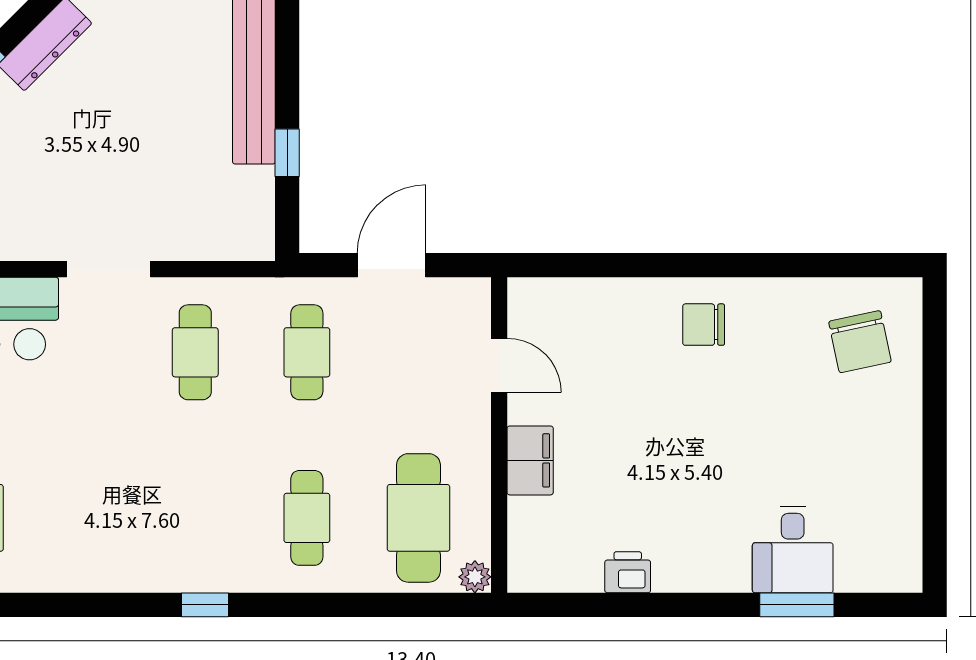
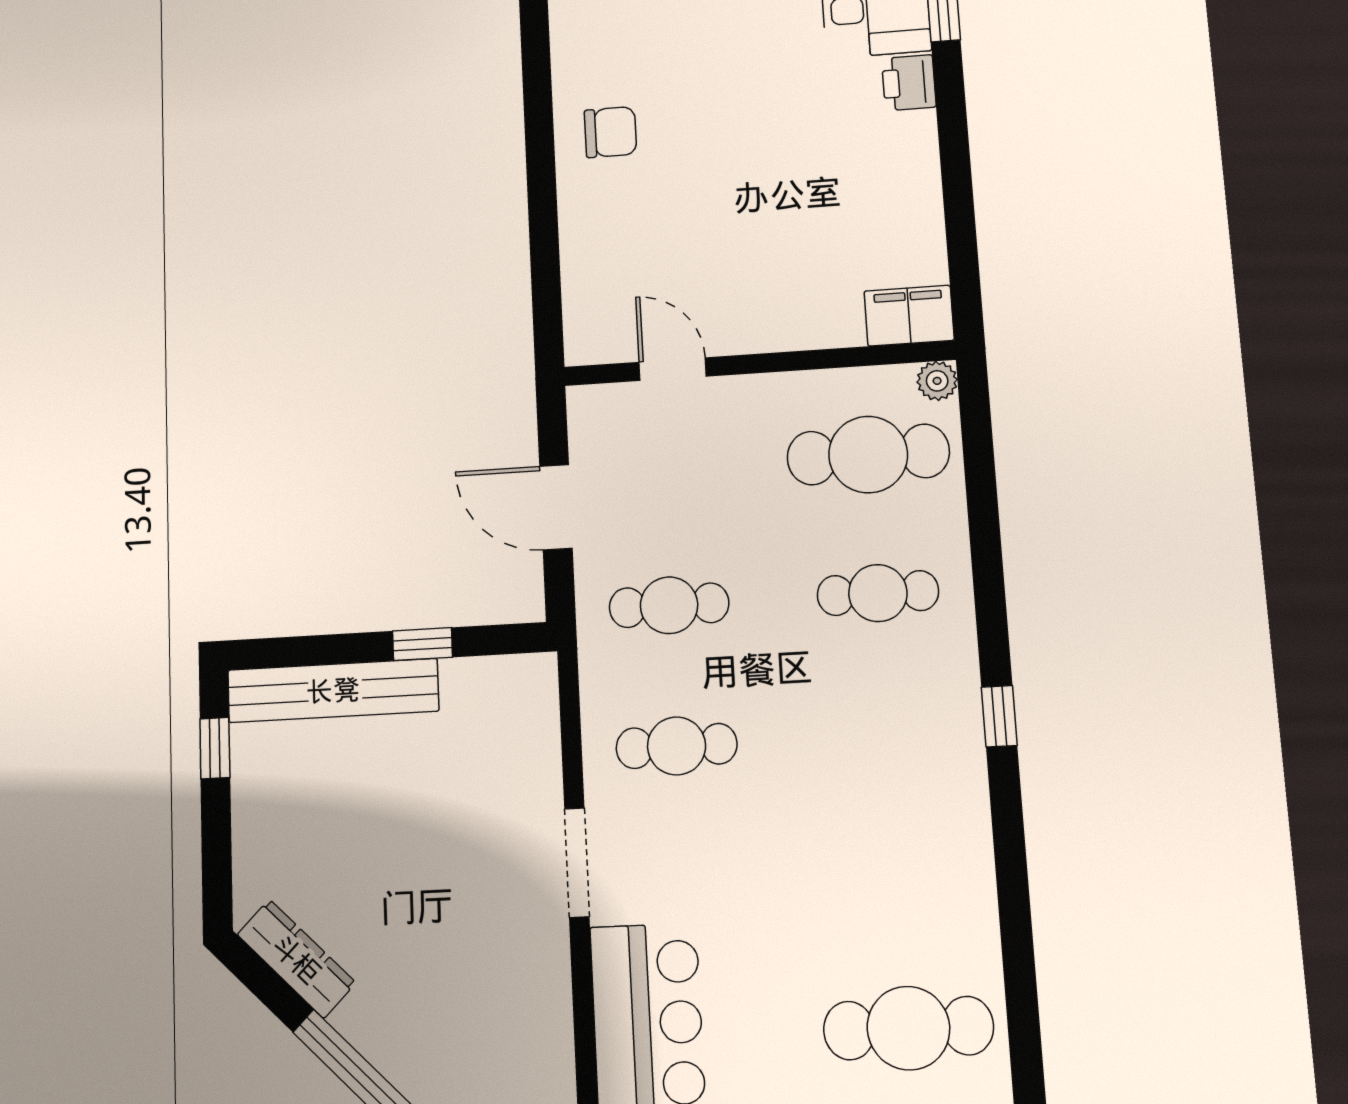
chair: (704, 325) -> (610, 132), turned -90
door: (499, 365) -> (673, 369), hinge flipped
filing cabinet: (530, 460) -> (909, 316), moved
printer: (628, 572) -> (909, 83), moved

